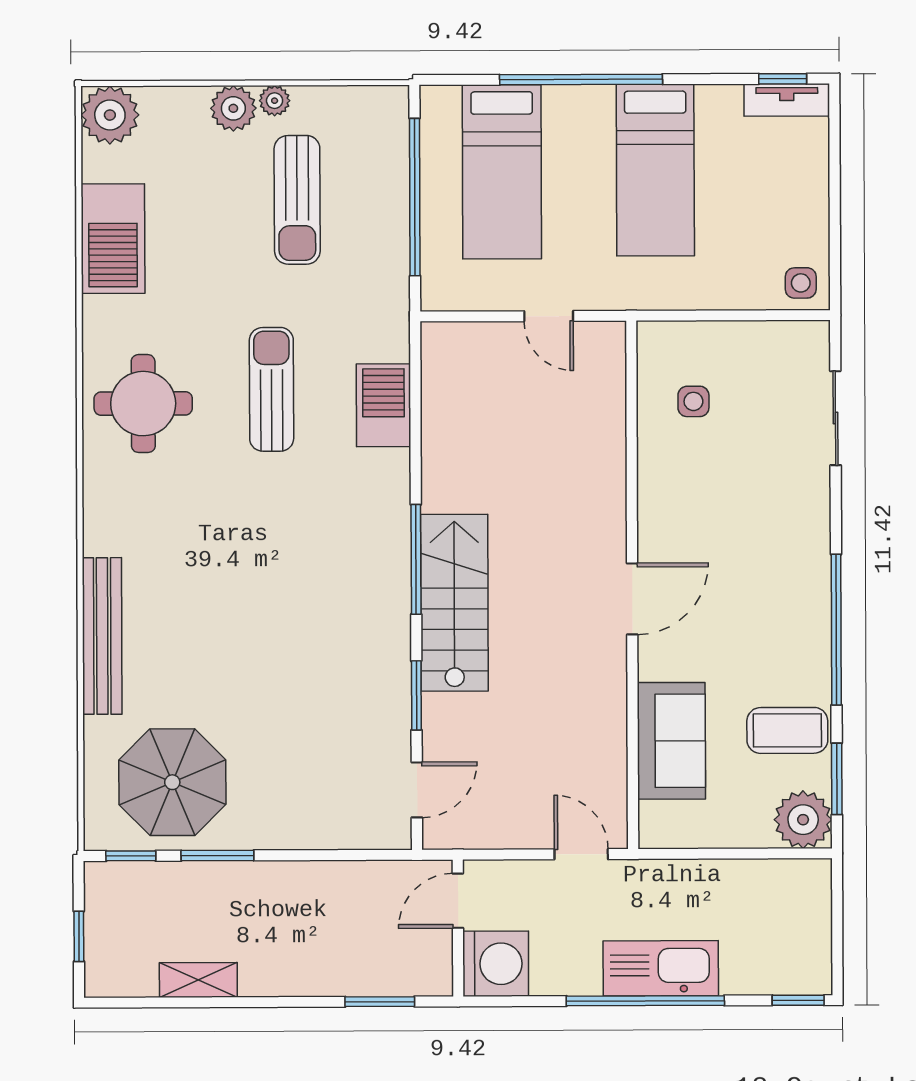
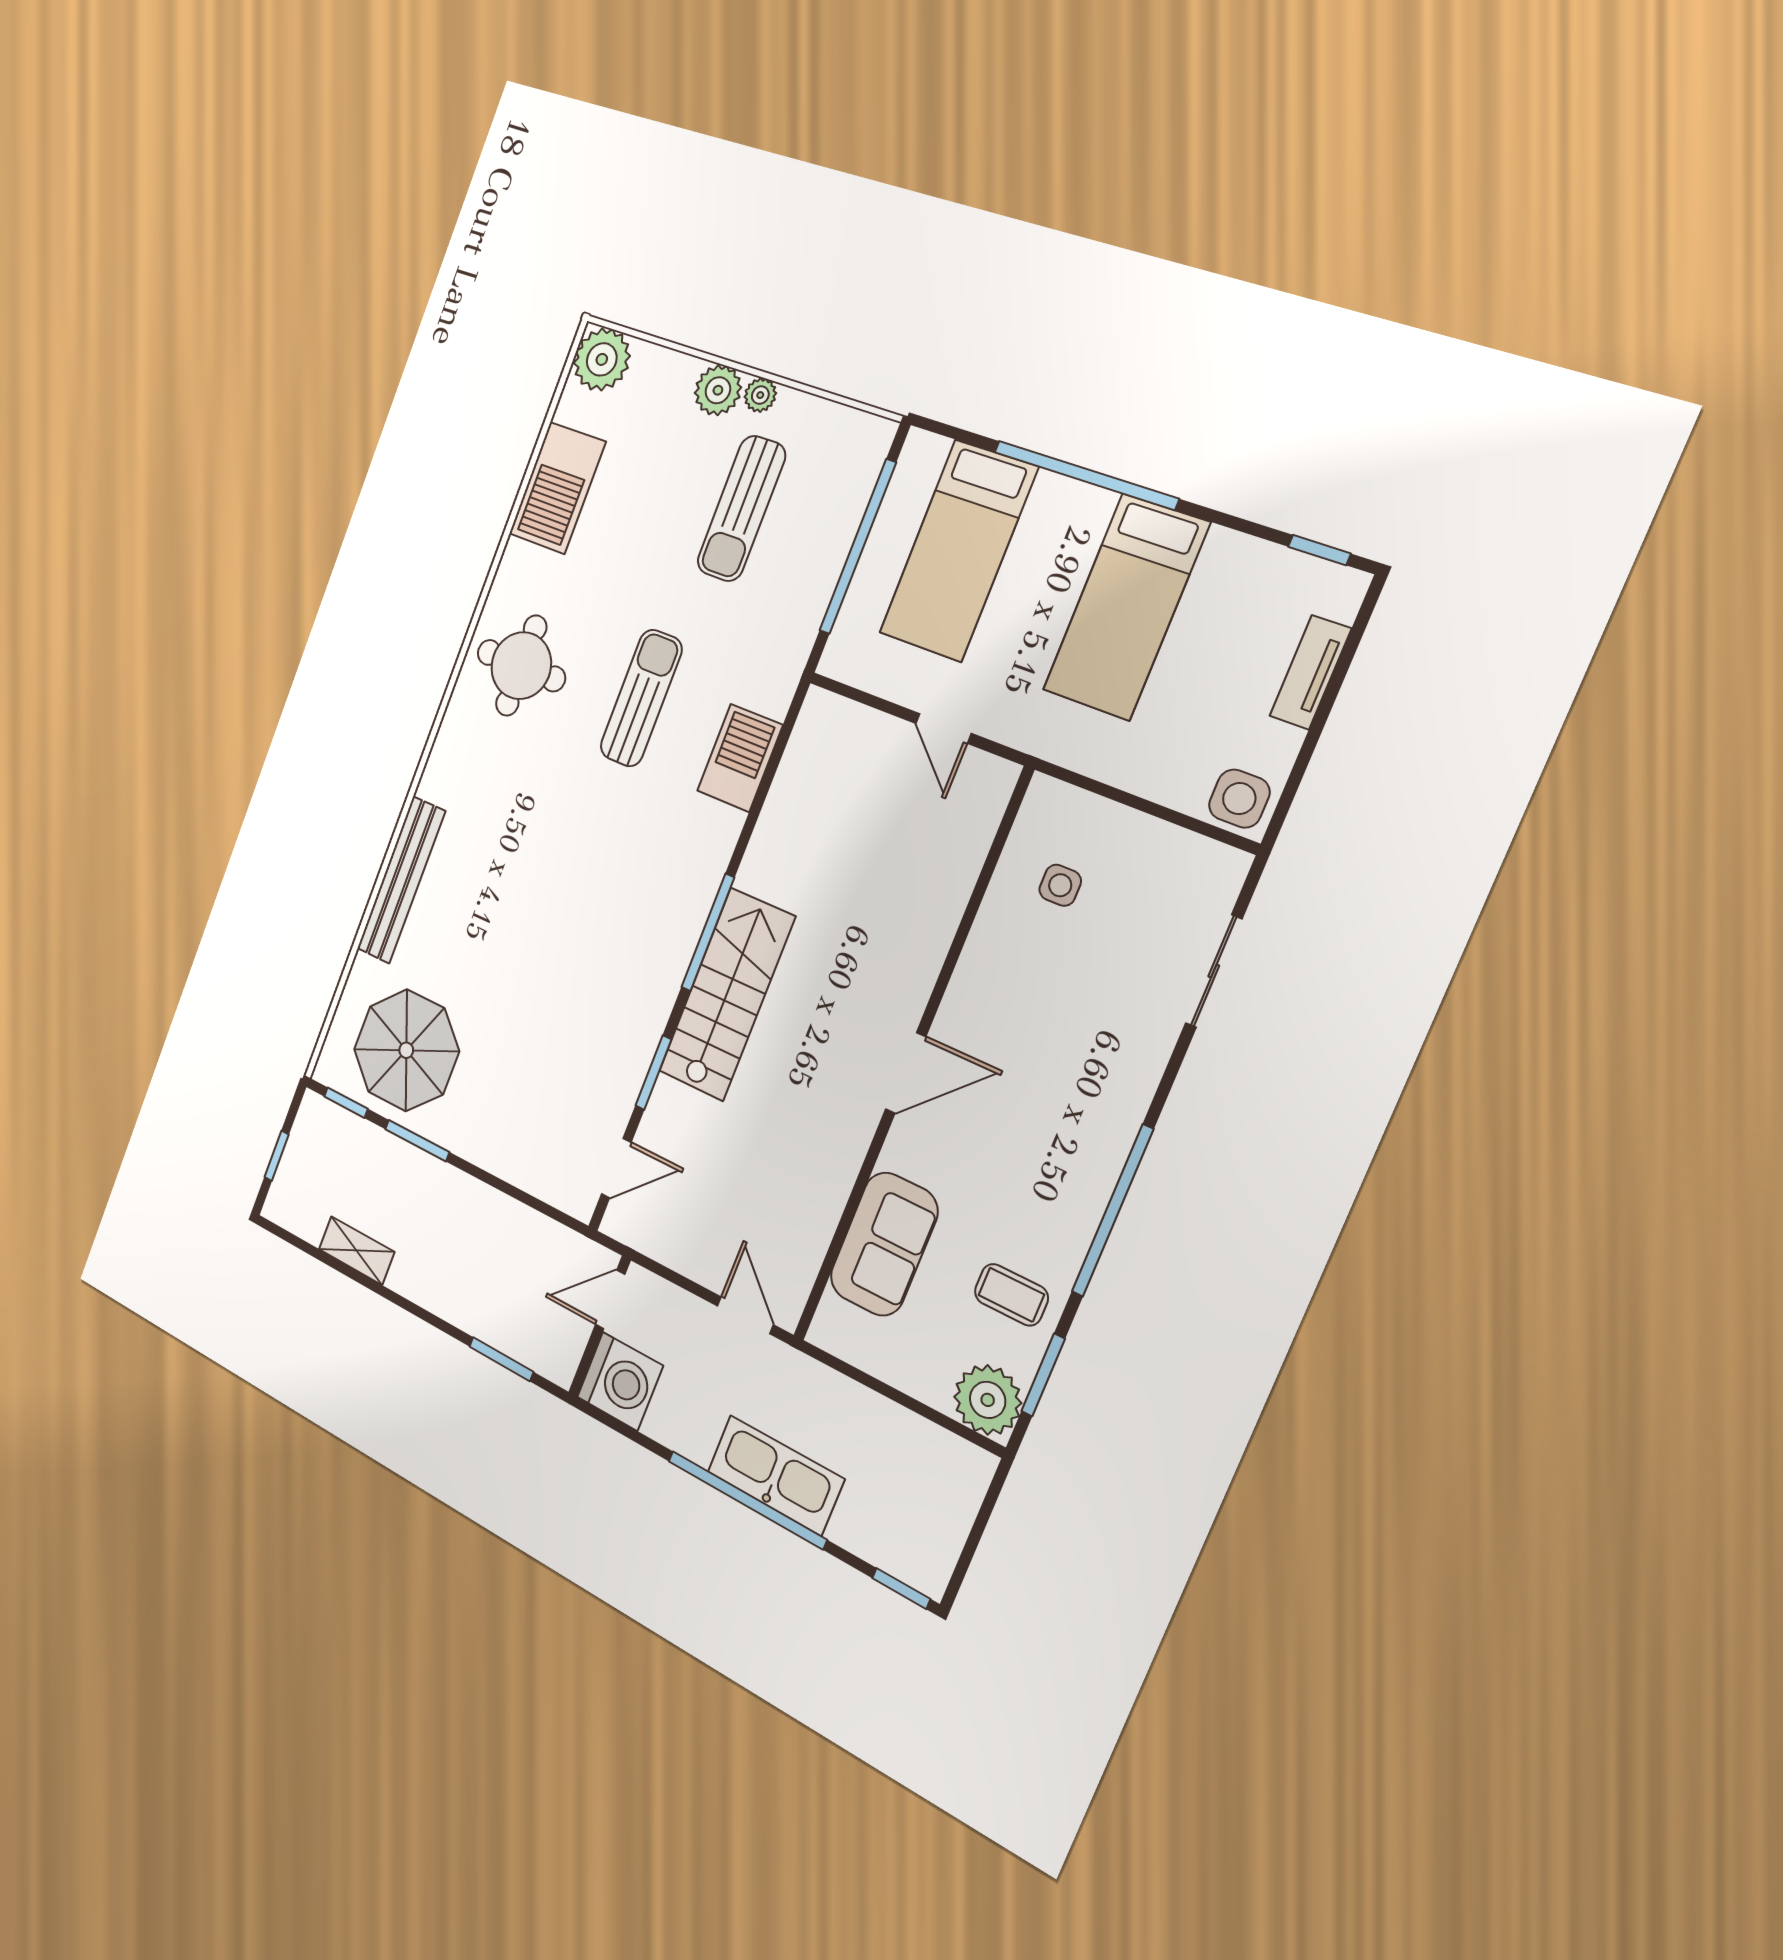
tv unit: (787, 100) -> (1310, 672), moved, turned 90
side table: (801, 283) -> (1239, 799), width x1.37, depth x1.37
coffee table: (787, 730) -> (1011, 1295), width x0.73, depth x0.77

